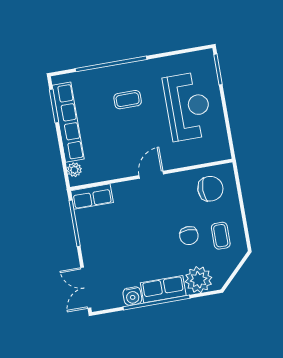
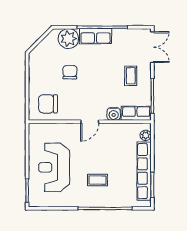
coffee table: (221, 236) -> (131, 76), moved
water cooler: (132, 296) -> (114, 114), moved, turned 180

